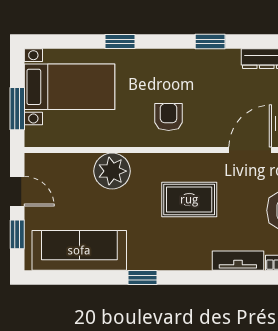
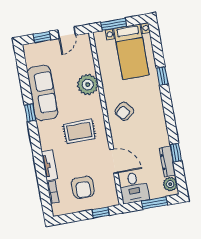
window: (210, 42) -> (176, 153), moved
armchair: (169, 117) -> (124, 111), turned 140
rug: (189, 199) -> (79, 131), turned 90
sofa: (79, 250) -> (43, 93), moved

